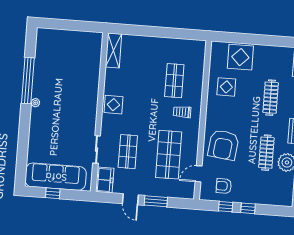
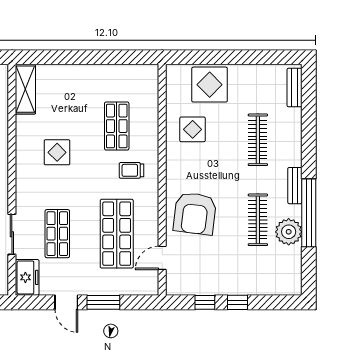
display table: (113, 105) -> (57, 152), moved
armchair: (224, 186) -> (200, 273), removed

